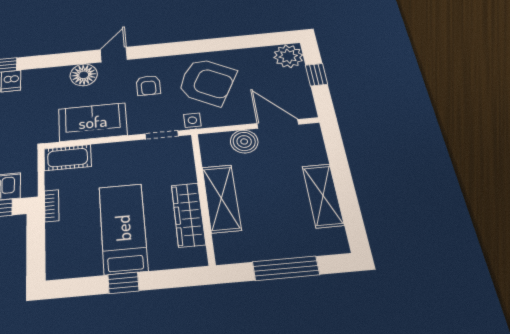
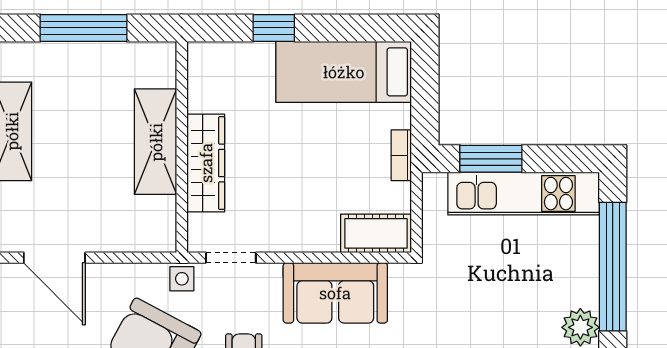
boiler: (244, 141) -> (109, 232), removed
wardrobe: (188, 215) -> (206, 163), moved
bed: (123, 228) -> (344, 72), moved, turned 90
window: (123, 283) -> (274, 28), moved

